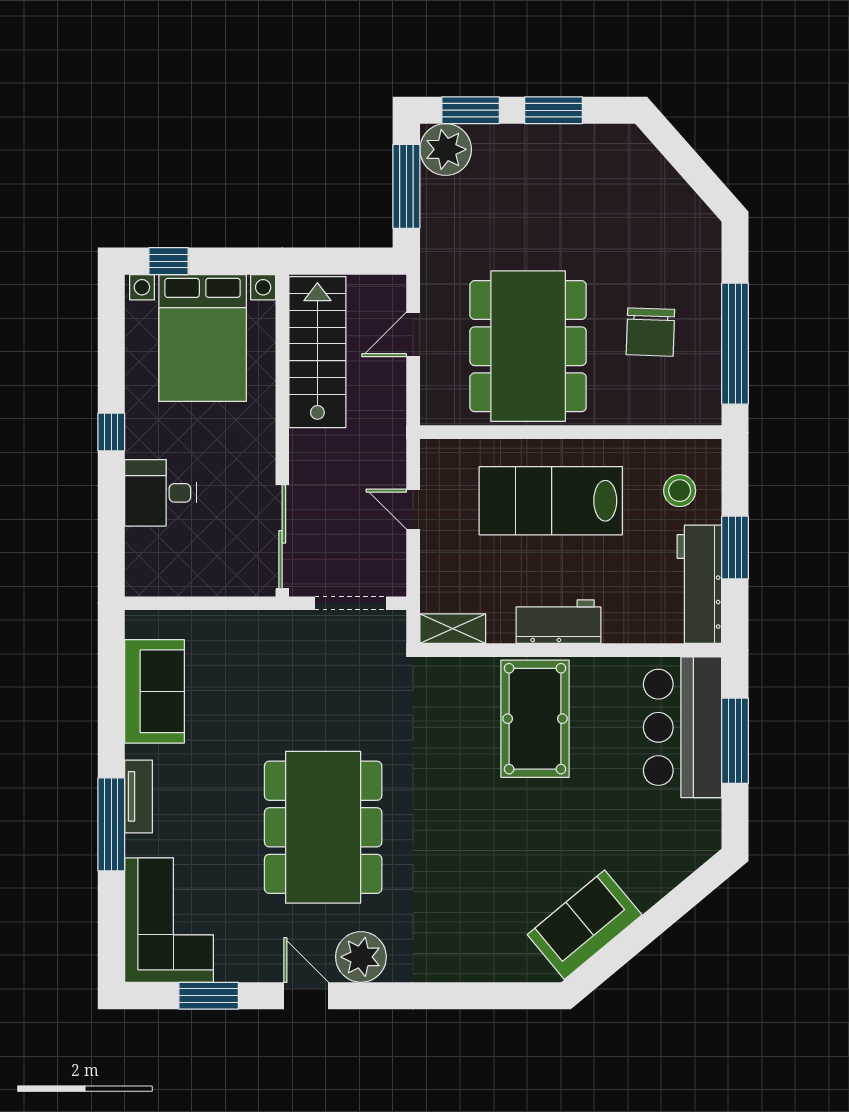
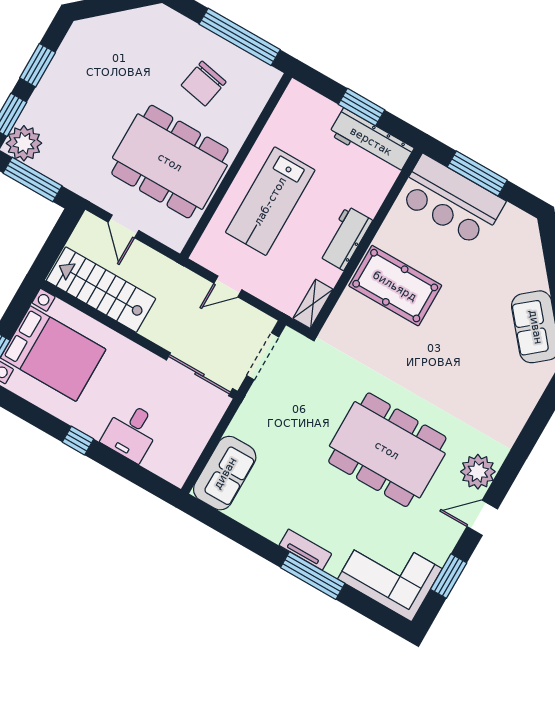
chair: (650, 332) -> (204, 84), turned 99
stool: (680, 491) -> (309, 121), removed
sofa: (154, 691) -> (225, 473), moved, turned 90

